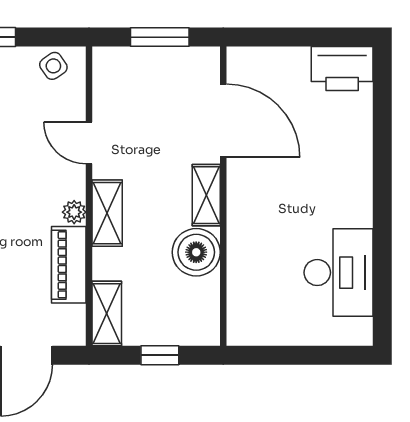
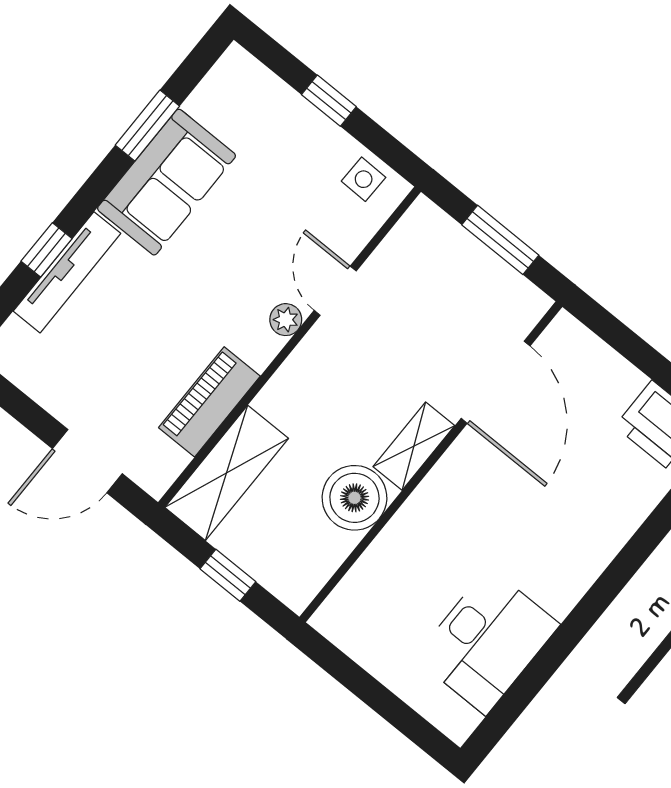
side table: (53, 66) -> (364, 179), turned 36
plant: (74, 212) -> (286, 320), moved
shelving: (107, 213) -> (294, 380), removed
shelving: (107, 314) -> (227, 473), width x1.50, depth x1.33

